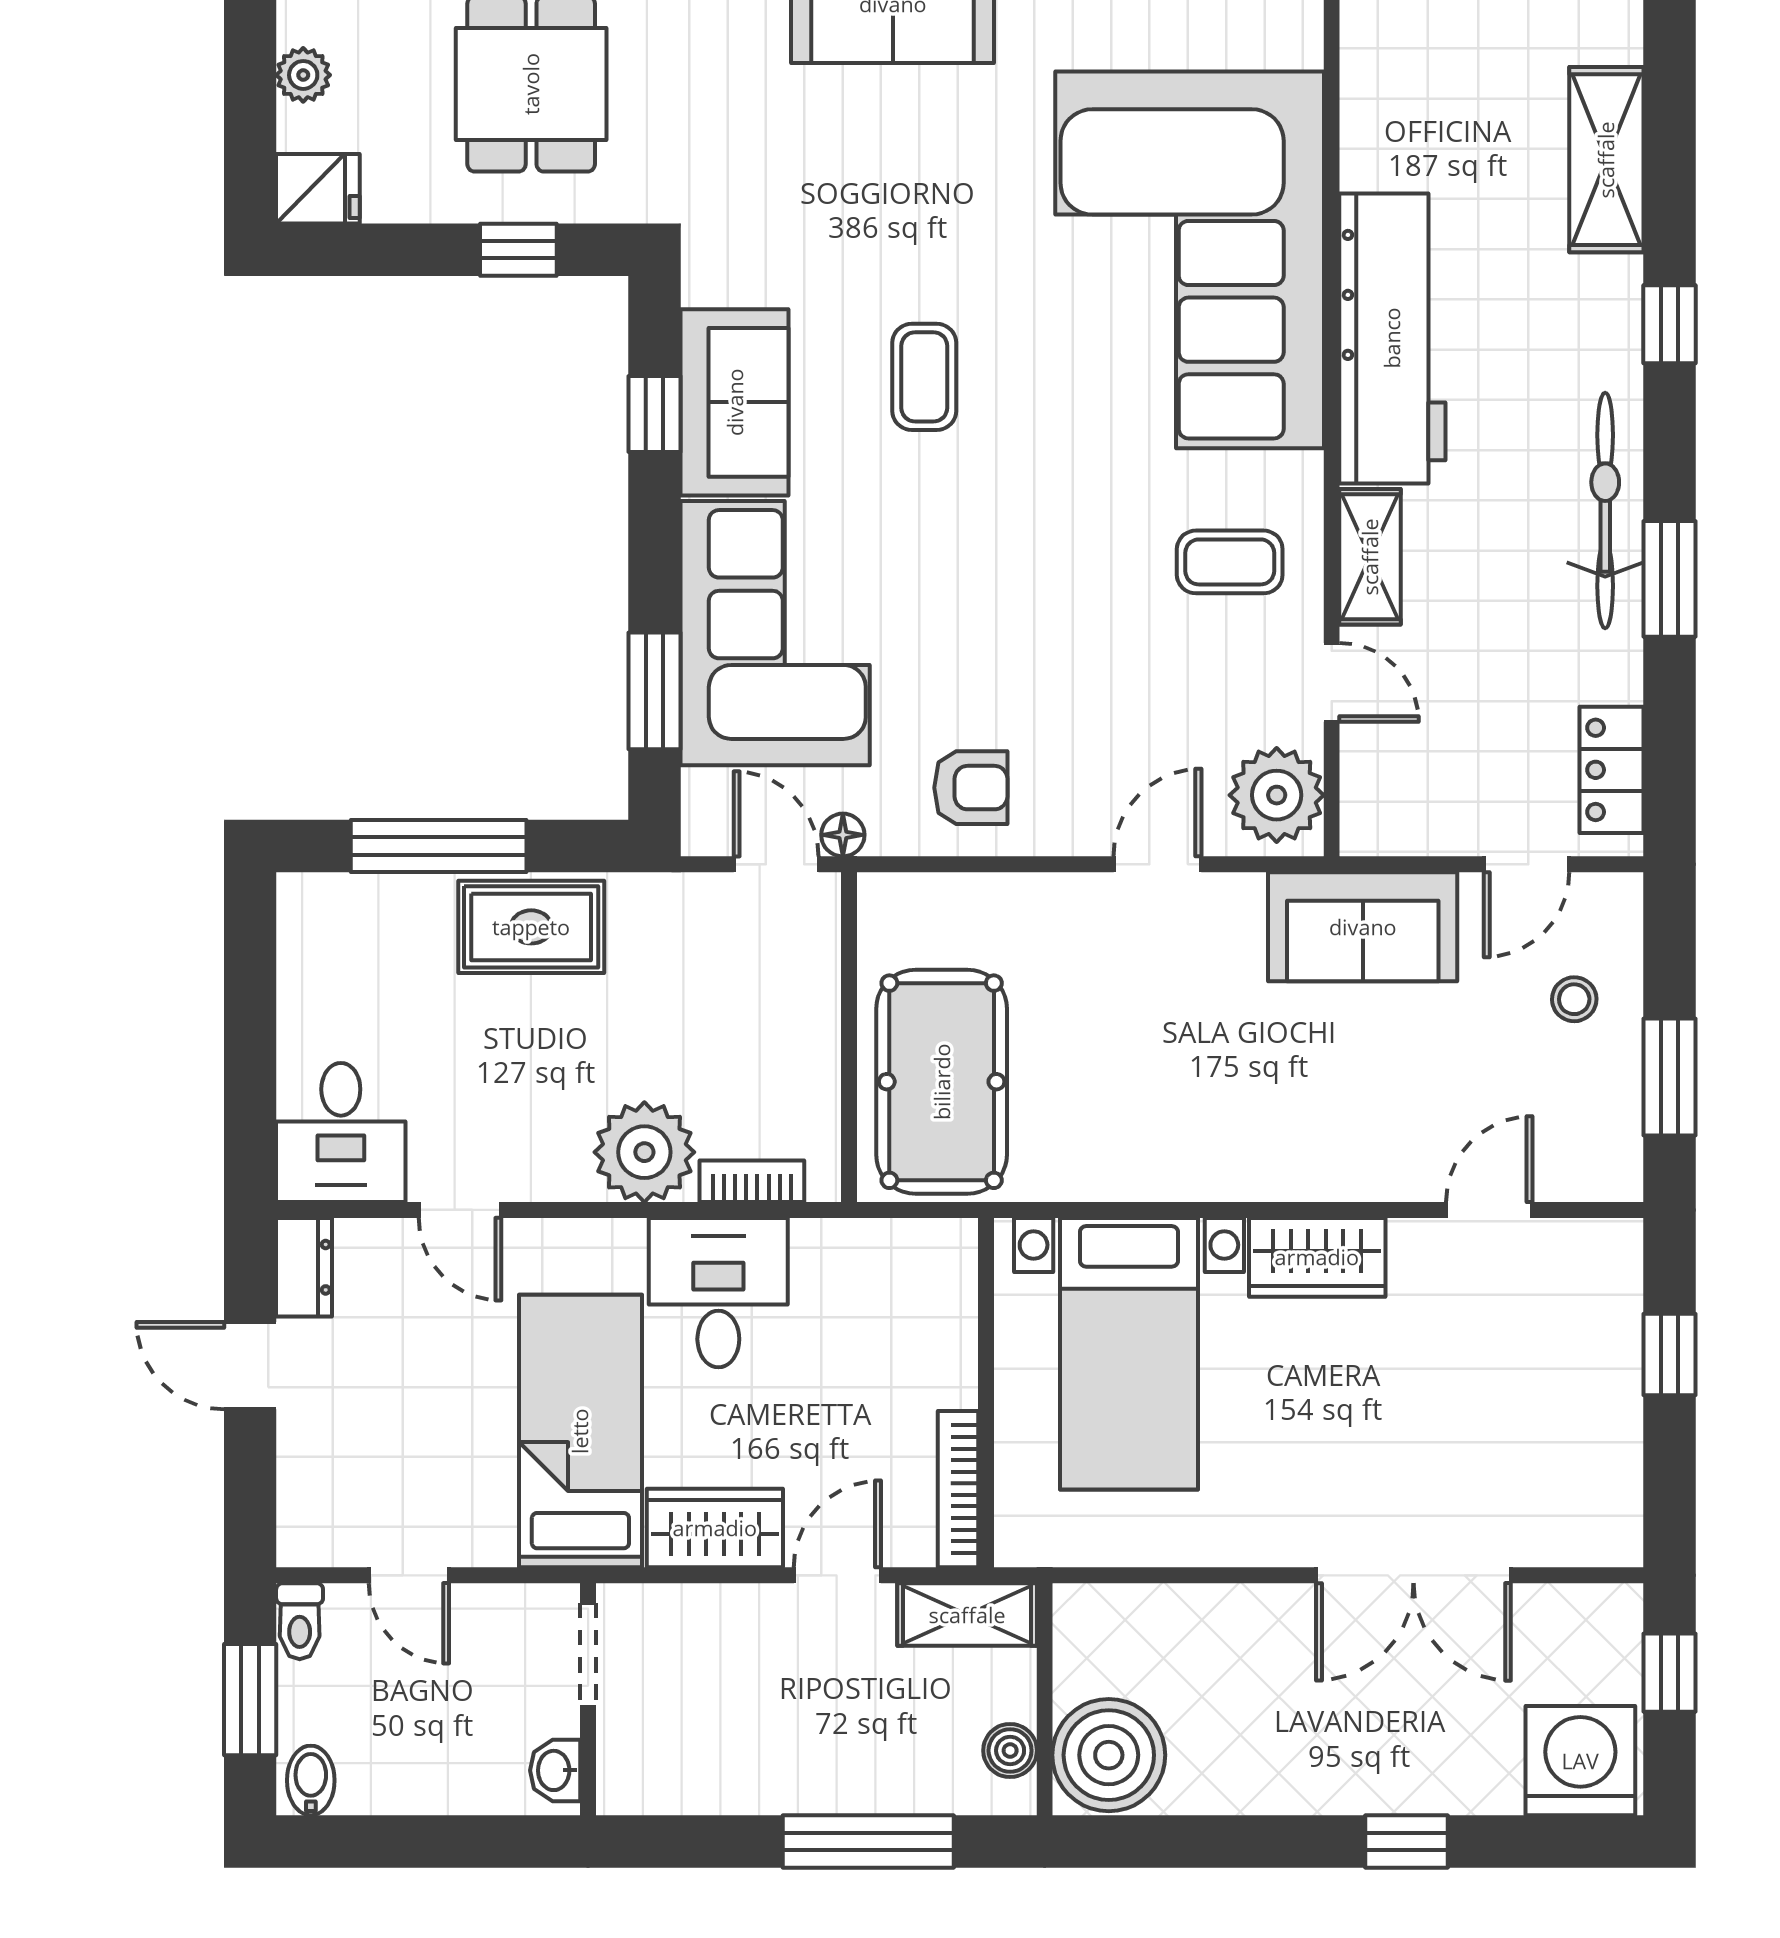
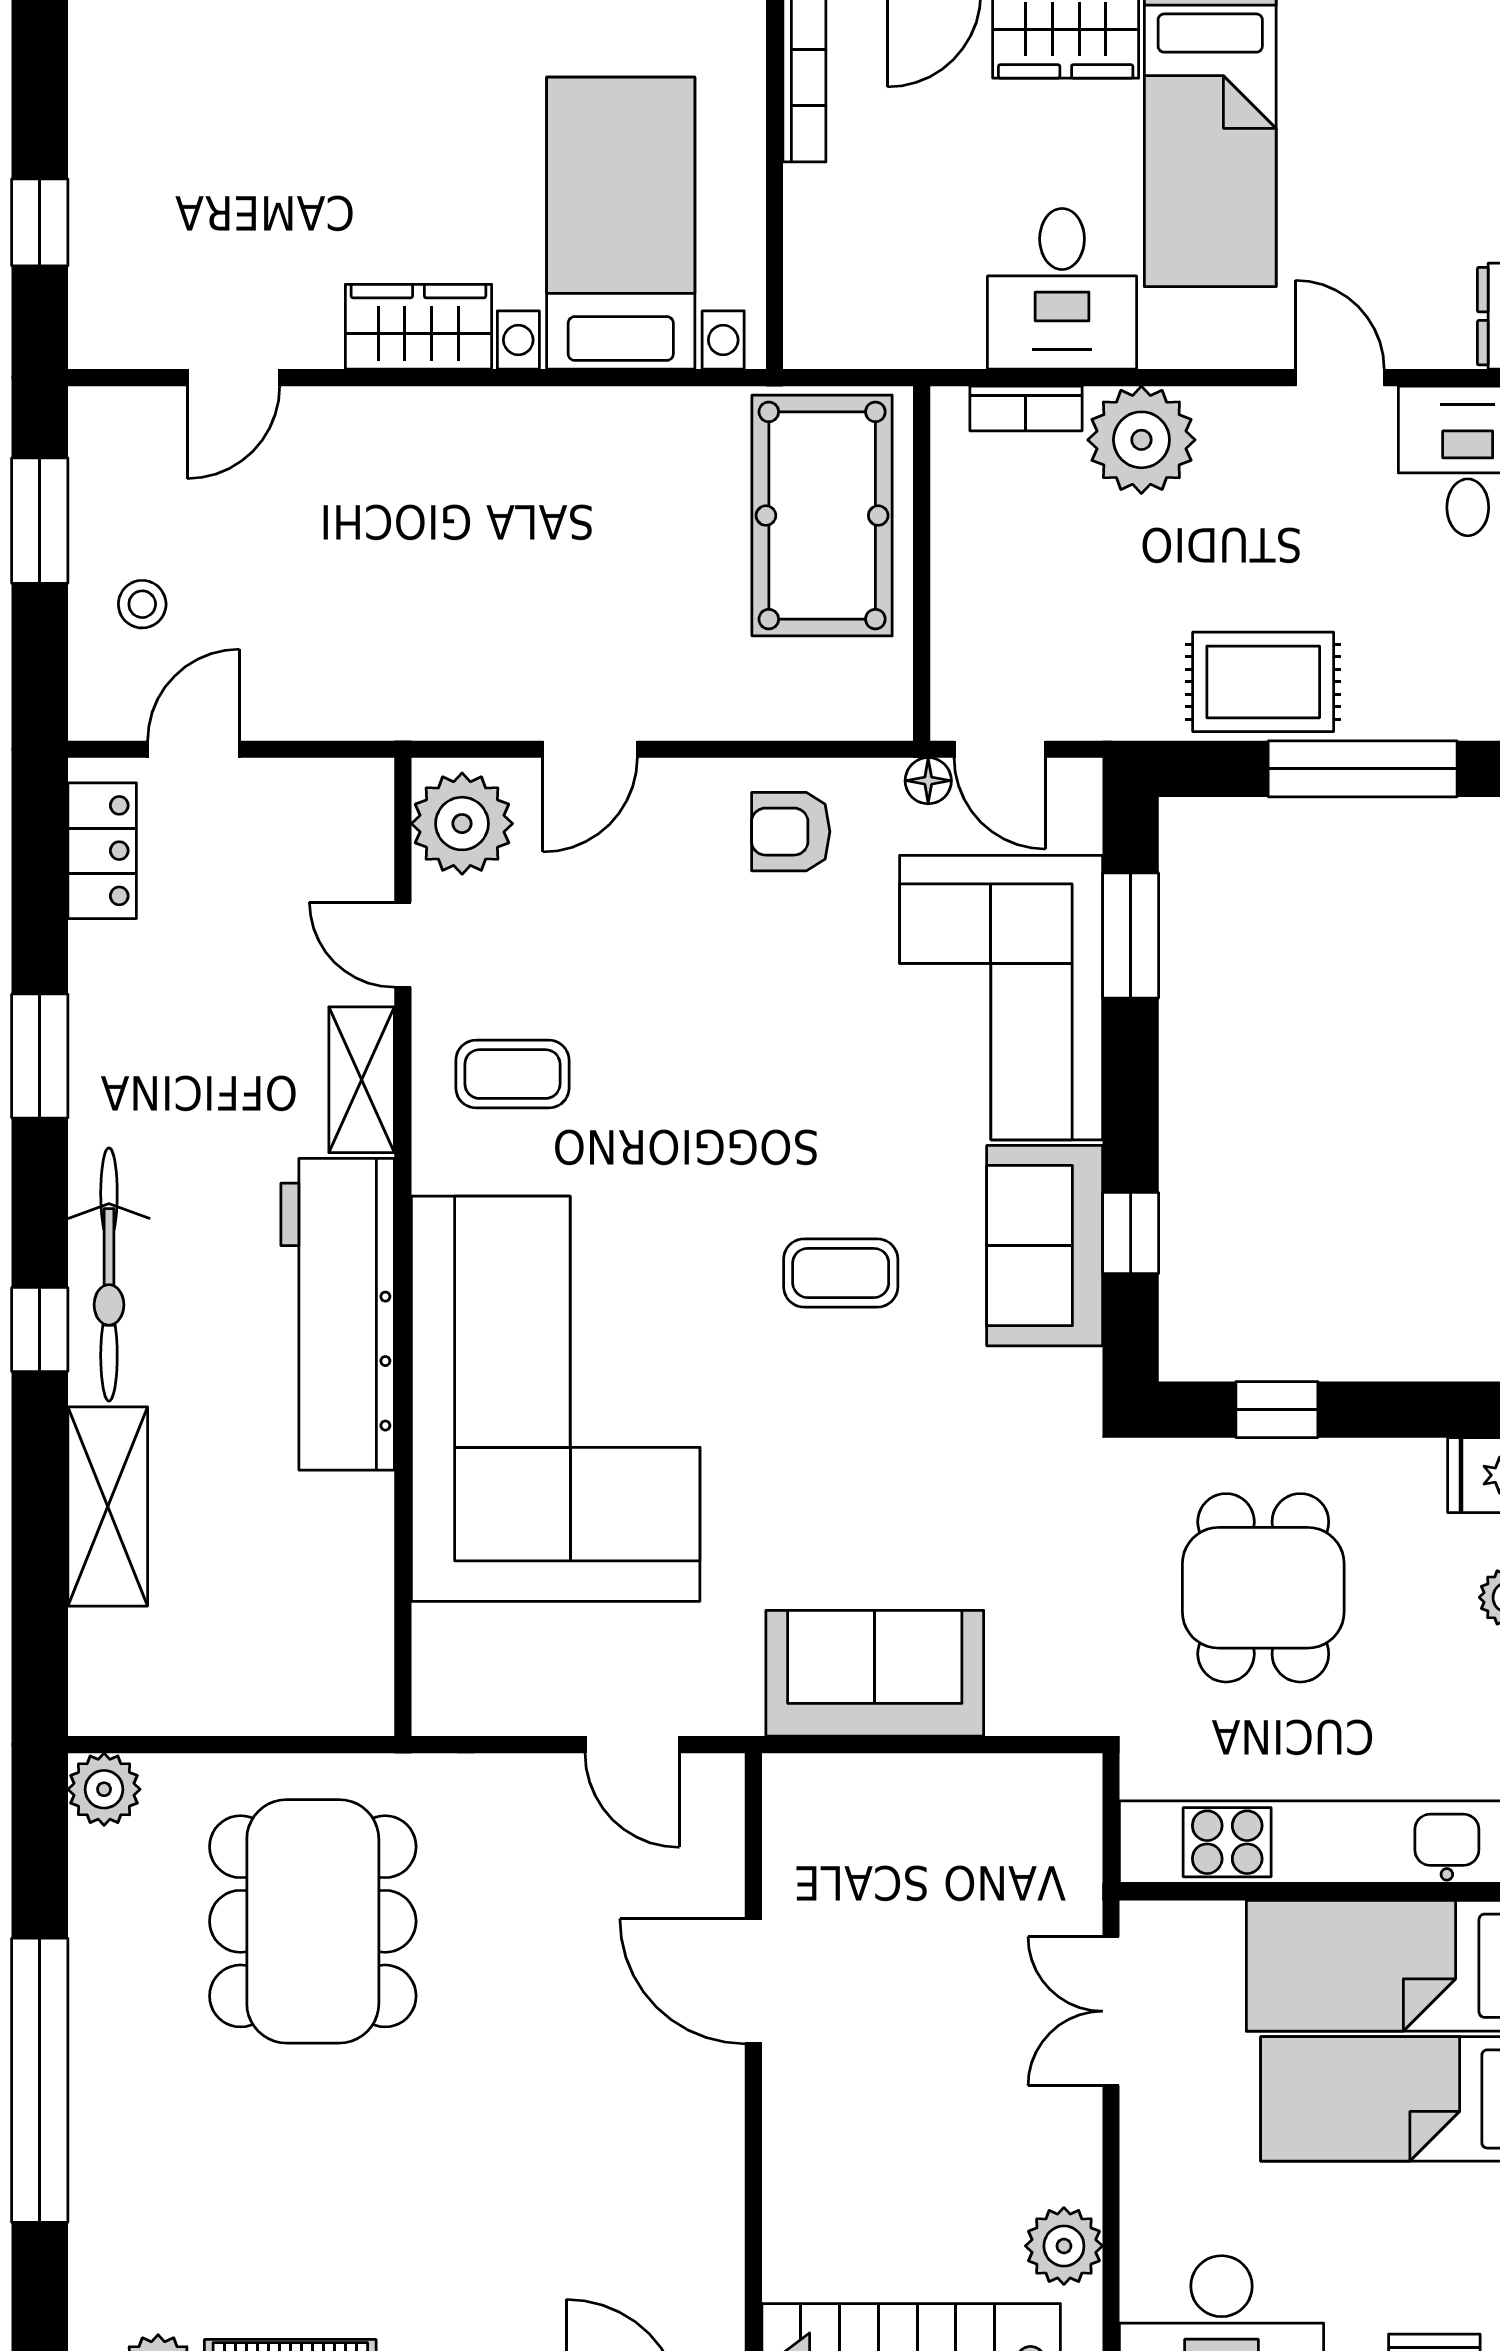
coffee table: (924, 377) -> (841, 1273), turned 90
bicycle: (1605, 511) -> (109, 1274), moved
sofa: (1363, 927) -> (370, 682), removed

